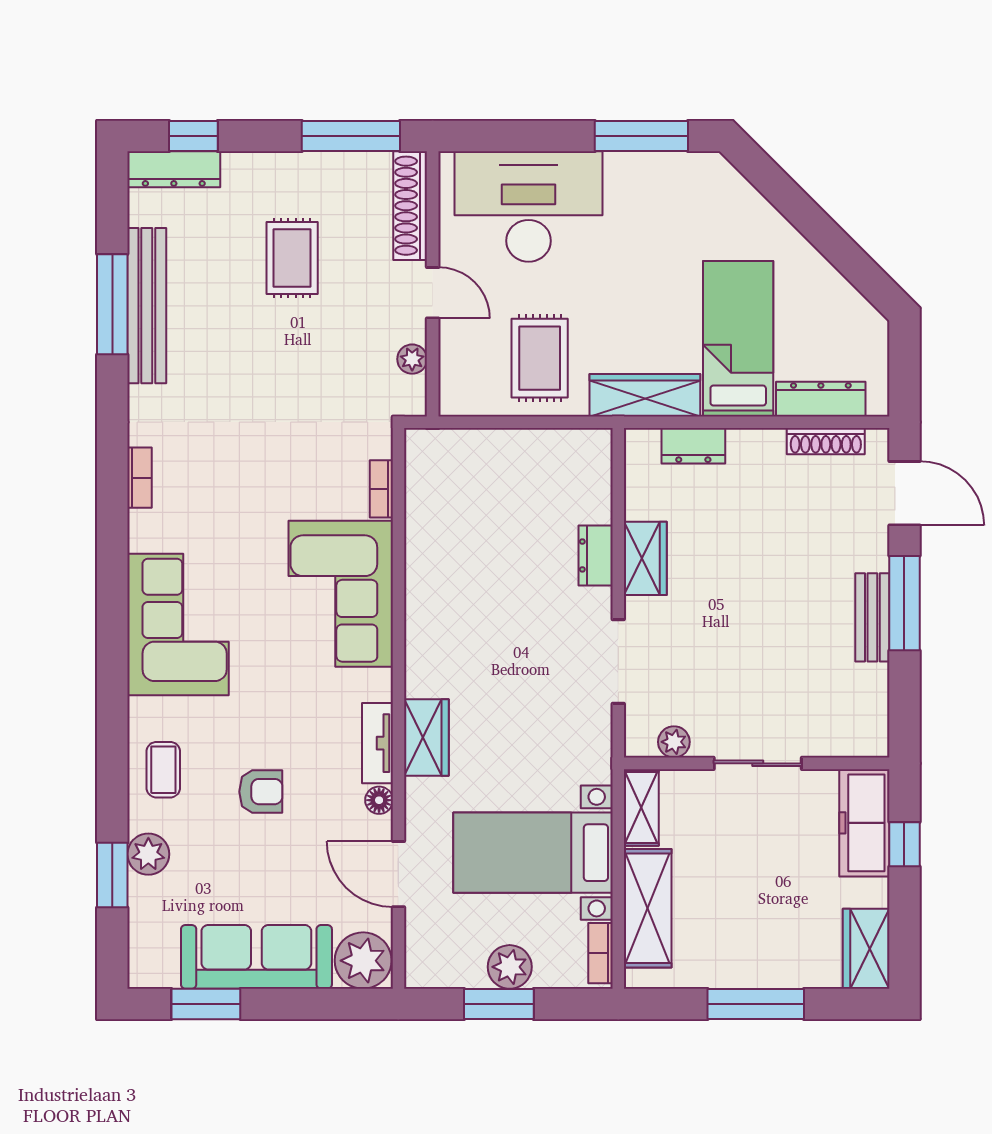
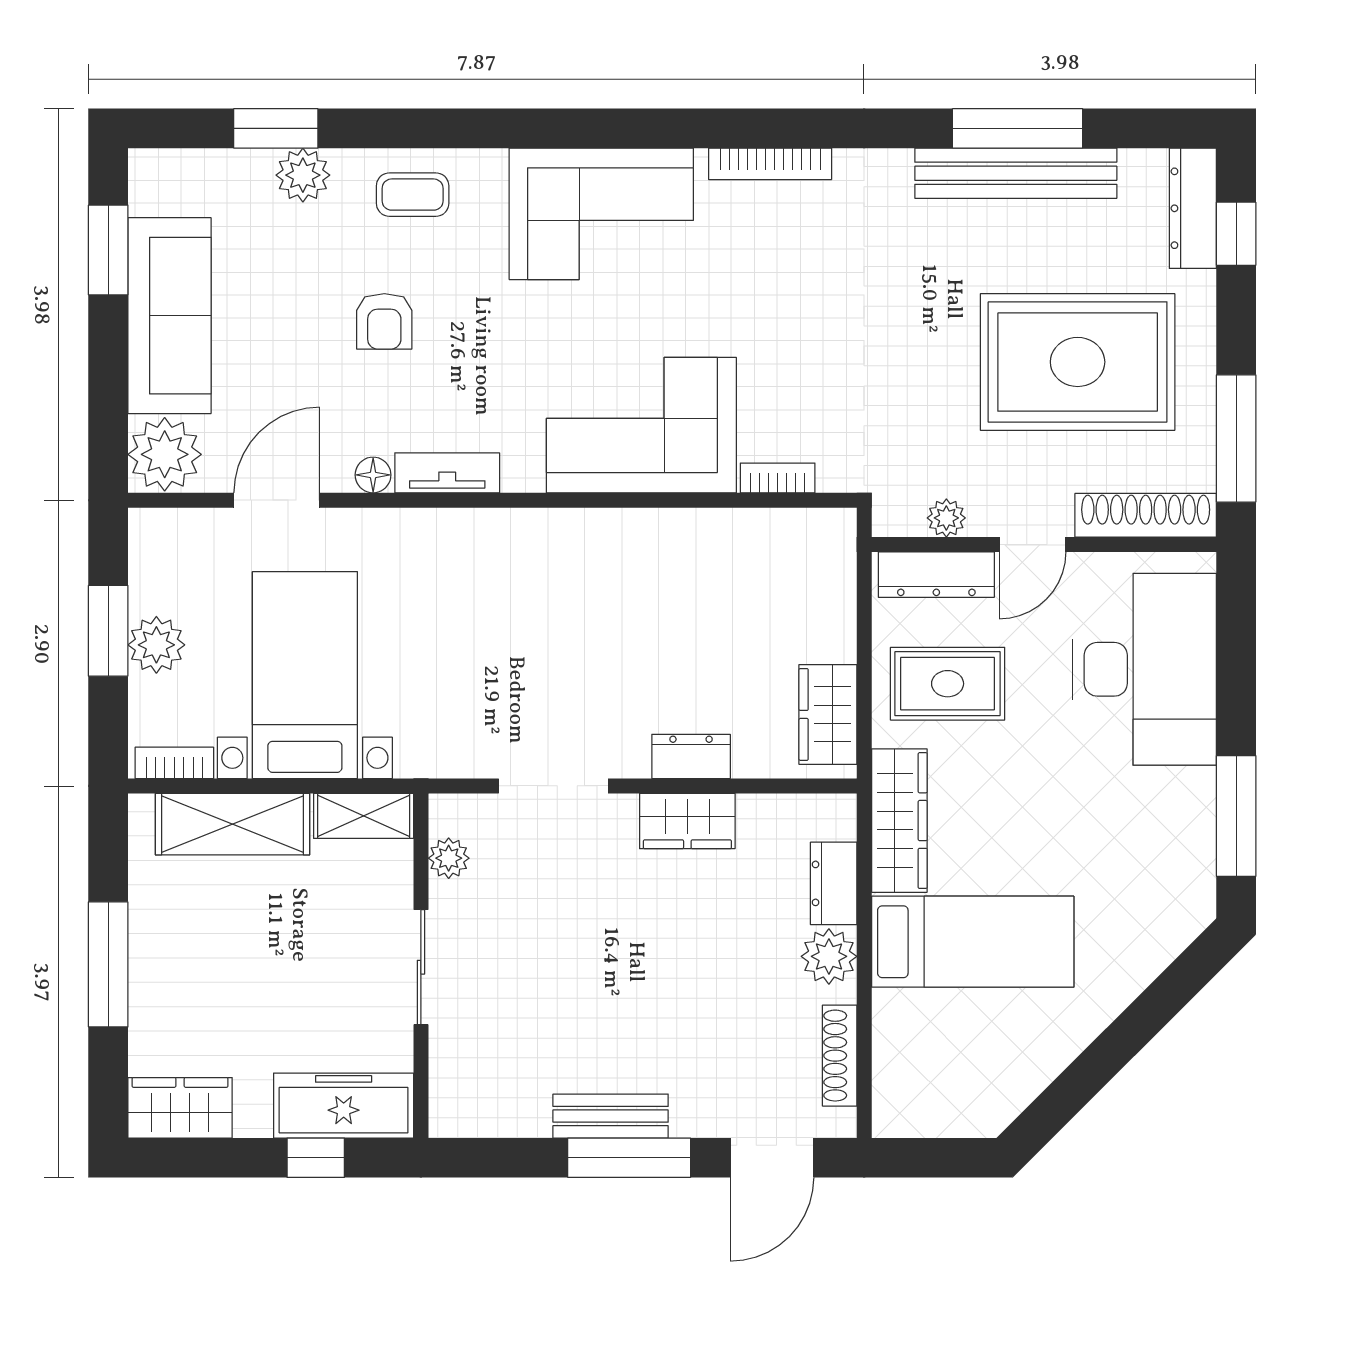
rug: (292, 258) -> (1078, 362), width x1.86, depth x2.06
dresser: (821, 399) -> (936, 575), moved, turned 90
plant: (750, 449) -> (829, 956), added
bookcase: (140, 478) -> (770, 164), width x1.56
wardrobe: (426, 737) -> (828, 714), moved, turned 90

